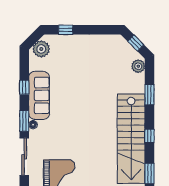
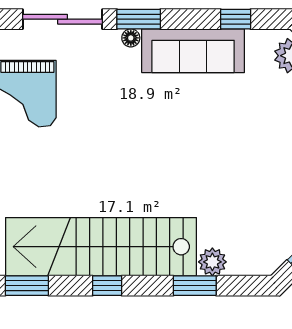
plant: (138, 66) -> (212, 262), moved
window: (24, 87) -> (236, 19), moved

